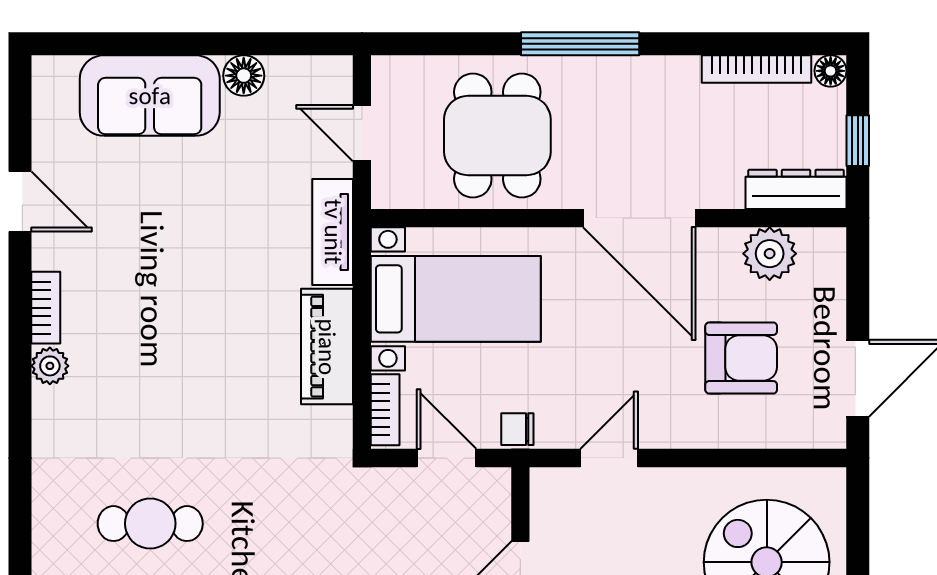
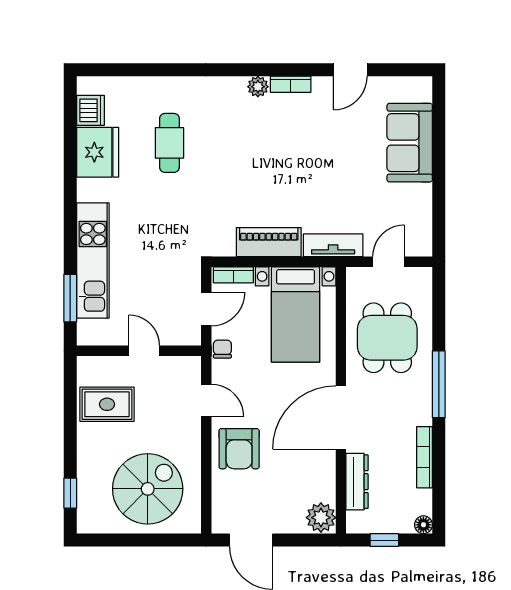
bookcase: (757, 69) -> (425, 457), moved
floor lamp: (244, 76) -> (421, 195), removed
dining table: (497, 136) -> (387, 338), turned 90
dresser: (796, 189) -> (357, 482), moved
plant: (770, 254) -> (321, 518), moved
armchair: (741, 358) -> (239, 449), moved

